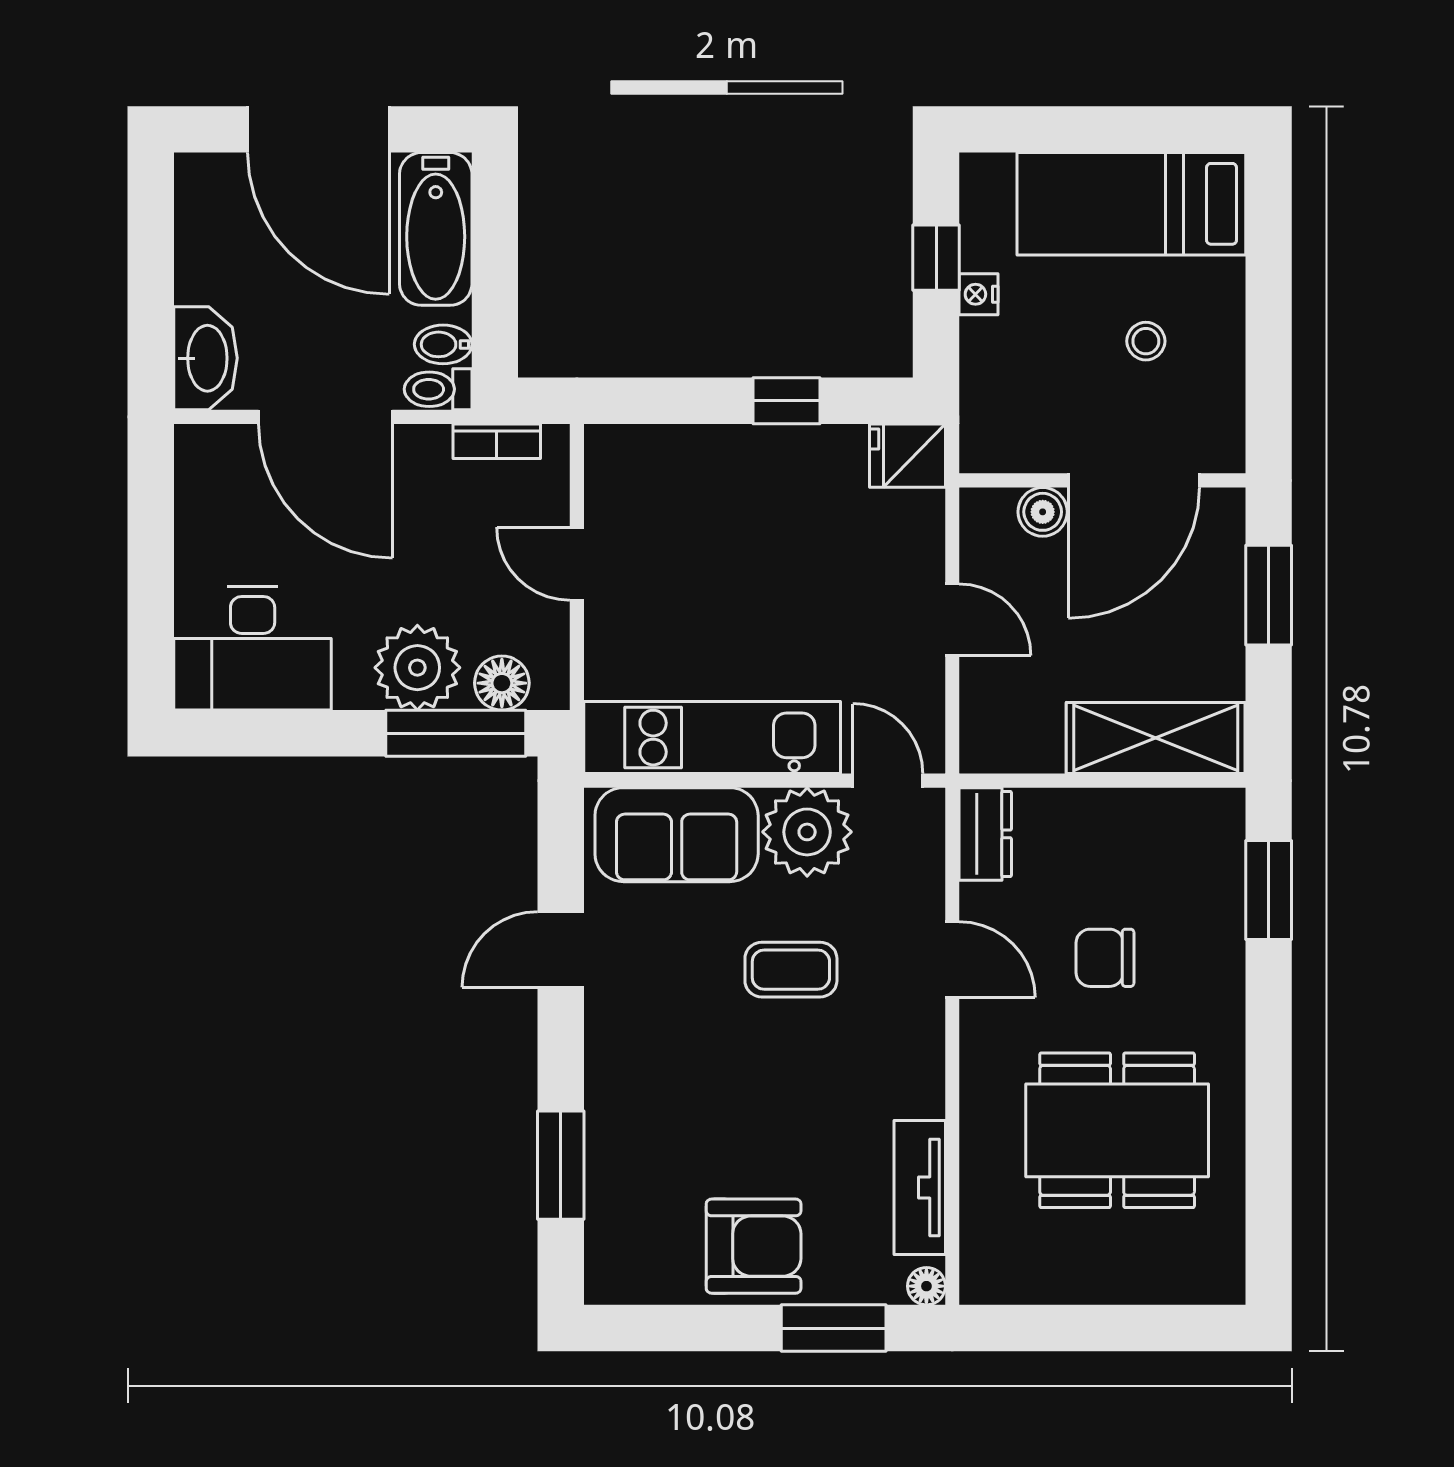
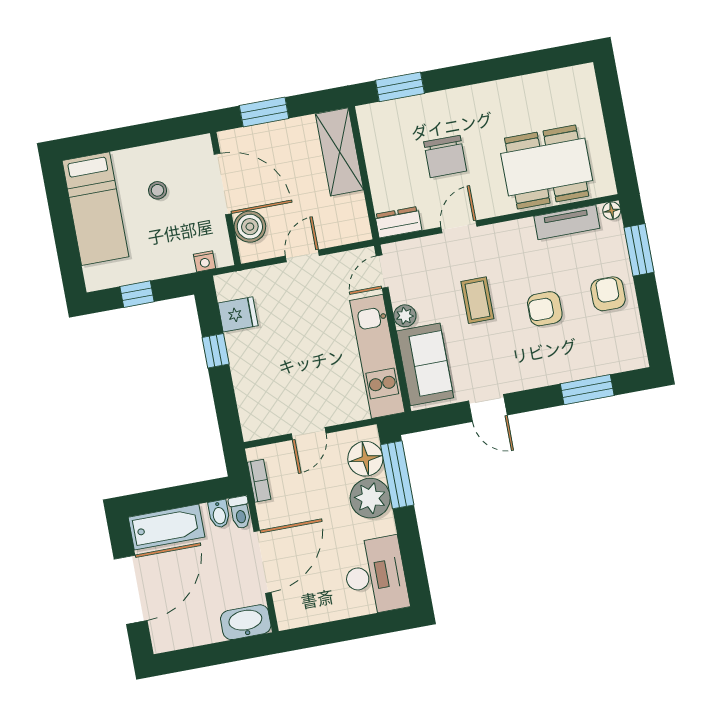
nightstand: (979, 294) -> (205, 261), moved
fridge: (907, 456) -> (238, 314), moved, turned -90
boiler: (1043, 512) -> (250, 227), width x1.36, depth x1.36
floor lamp: (502, 683) -> (365, 459), width x1.38, depth x1.38
plant: (807, 832) -> (405, 316), width x0.53, depth x0.53
chair: (1105, 958) -> (445, 156), width x1.37, depth x1.37
armchair: (747, 1108) -> (545, 309), added
dining table: (1117, 1130) -> (547, 167), moved, turned 90
armchair: (754, 1246) -> (608, 294), width x0.72, depth x0.72

